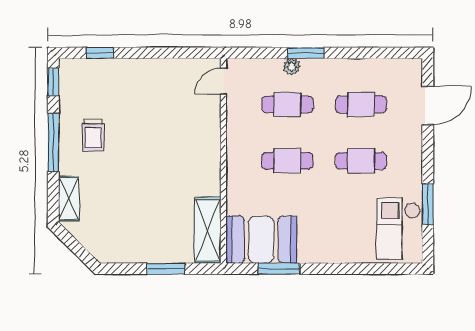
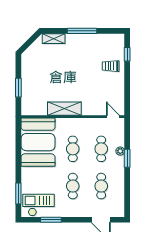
window: (53, 82) -> (113, 31), removed
trolley: (93, 135) -> (111, 66), moved
shelving: (208, 230) -> (64, 109), moved
booth: (261, 240) -> (38, 142), width x1.36, depth x1.42
window: (279, 269) -> (18, 194), moved

